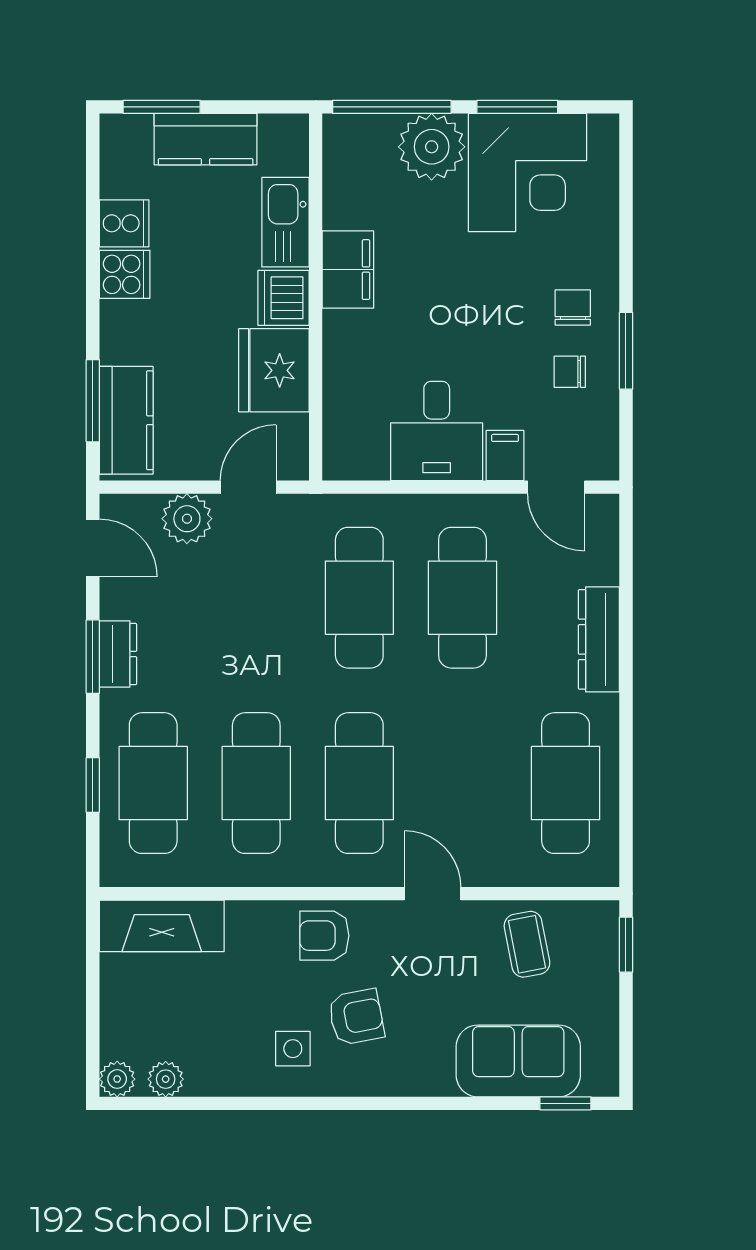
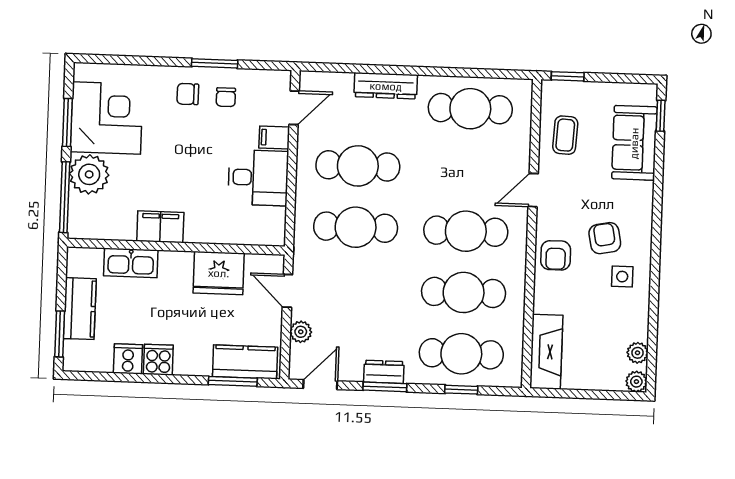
dishwasher: (283, 298) -> (176, 266), removed
plant: (187, 519) -> (301, 332), width x0.73, depth x0.73
coffee table: (527, 944) -> (565, 135), turned -76

